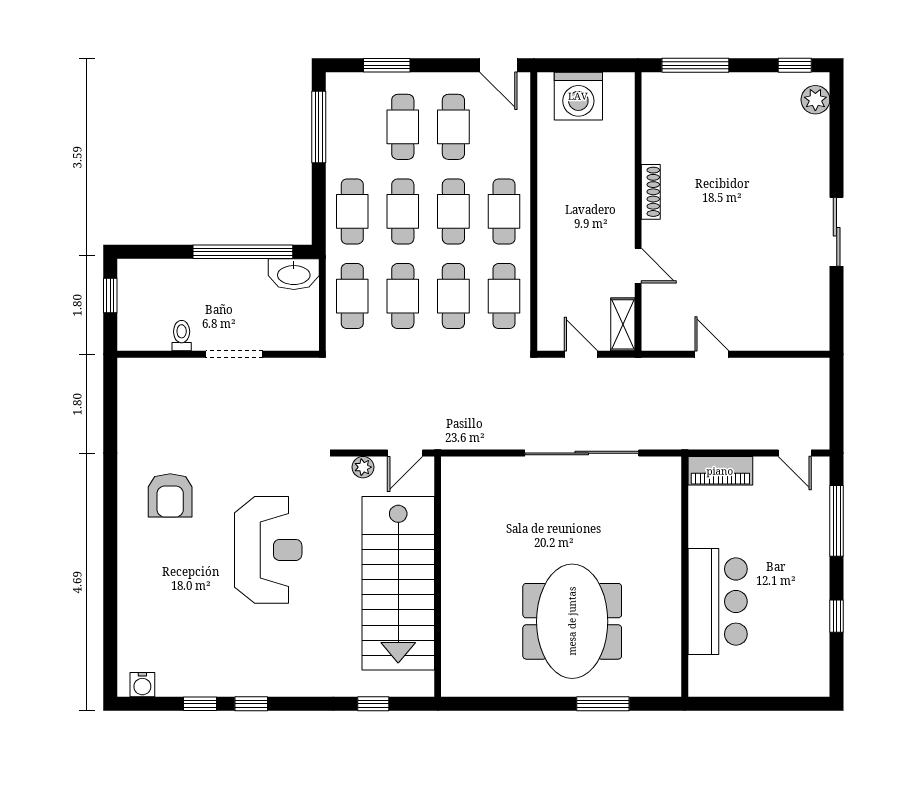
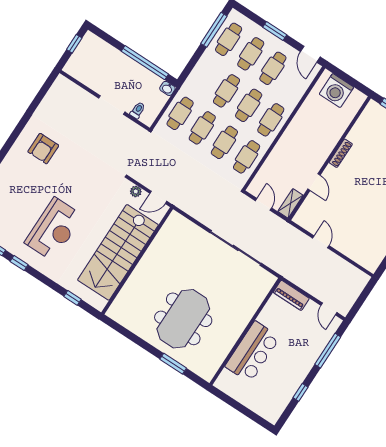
window: (387, 65) -> (275, 31), moved
cafe table: (352, 211) -> (229, 39), moved
washbasin: (294, 274) -> (167, 88), width x0.52, depth x0.69
toilet: (182, 336) -> (138, 110), moved
reception desk: (268, 550) -> (54, 229), moved

